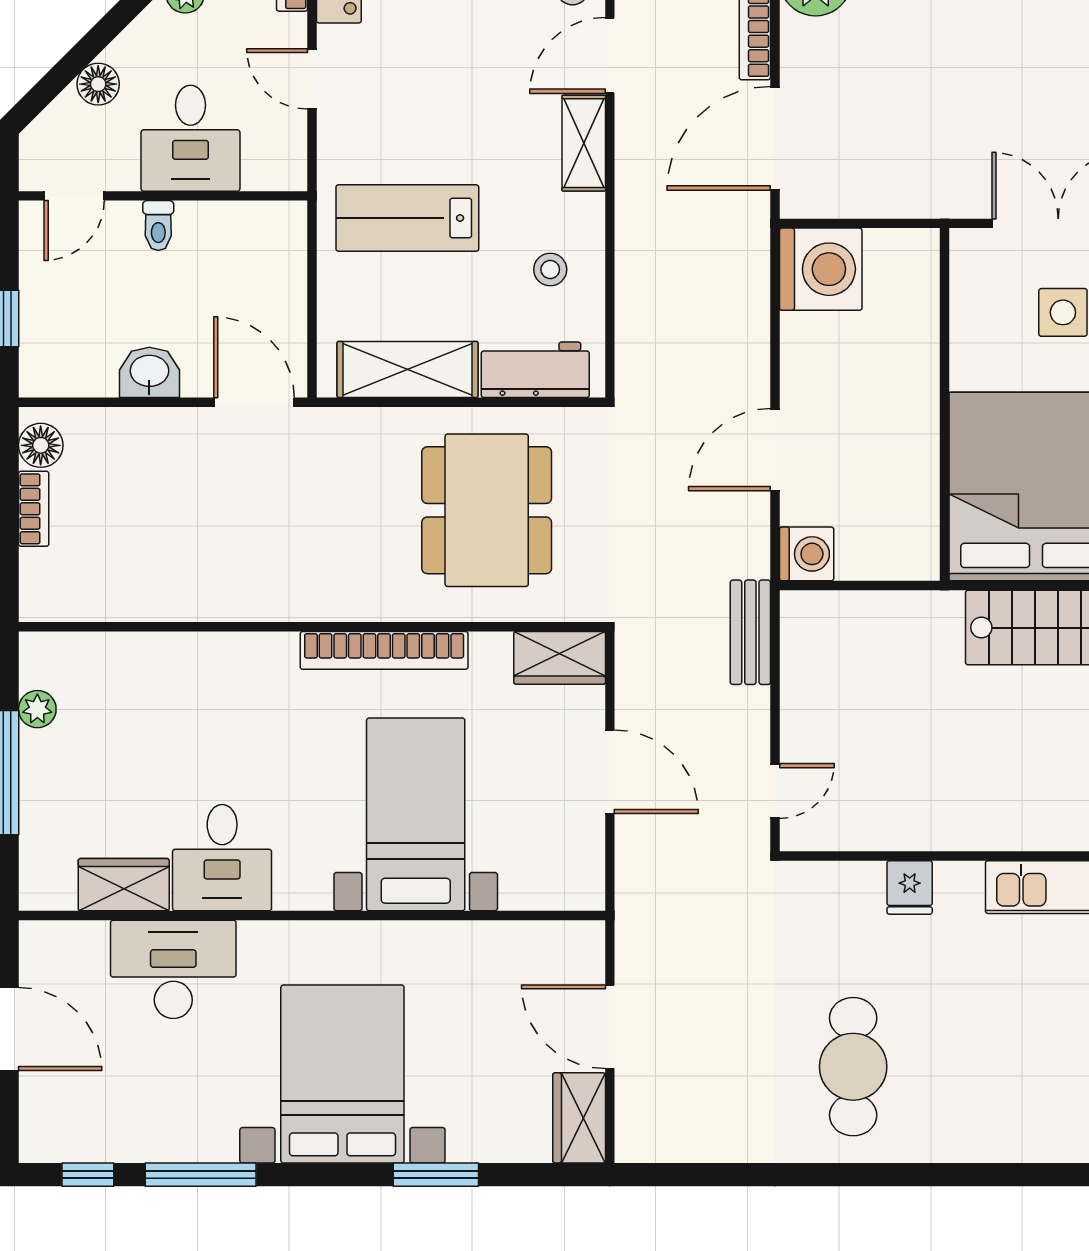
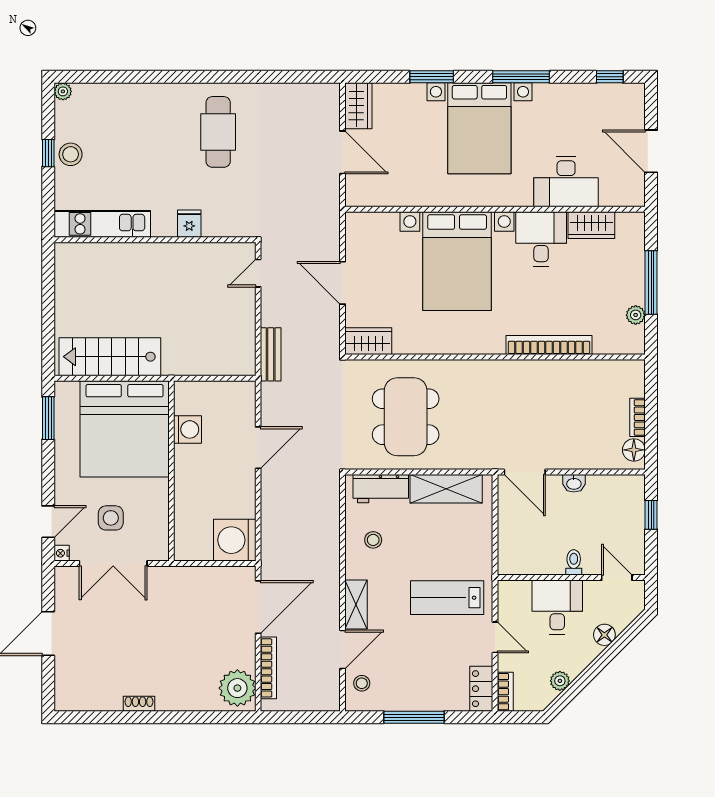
door: (74, 196) -> (617, 578), hinge flipped
lab bench: (407, 218) -> (447, 598), moved, turned 180
washbasin: (149, 372) -> (574, 483), width x0.72, depth x0.69
washing machine: (807, 554) -> (188, 429), moved, turned 180
bookcase: (384, 650) -> (549, 345), moved
bed with nightstands: (416, 814) -> (457, 261), width x1.36
window: (201, 1175) -> (521, 77), moved

